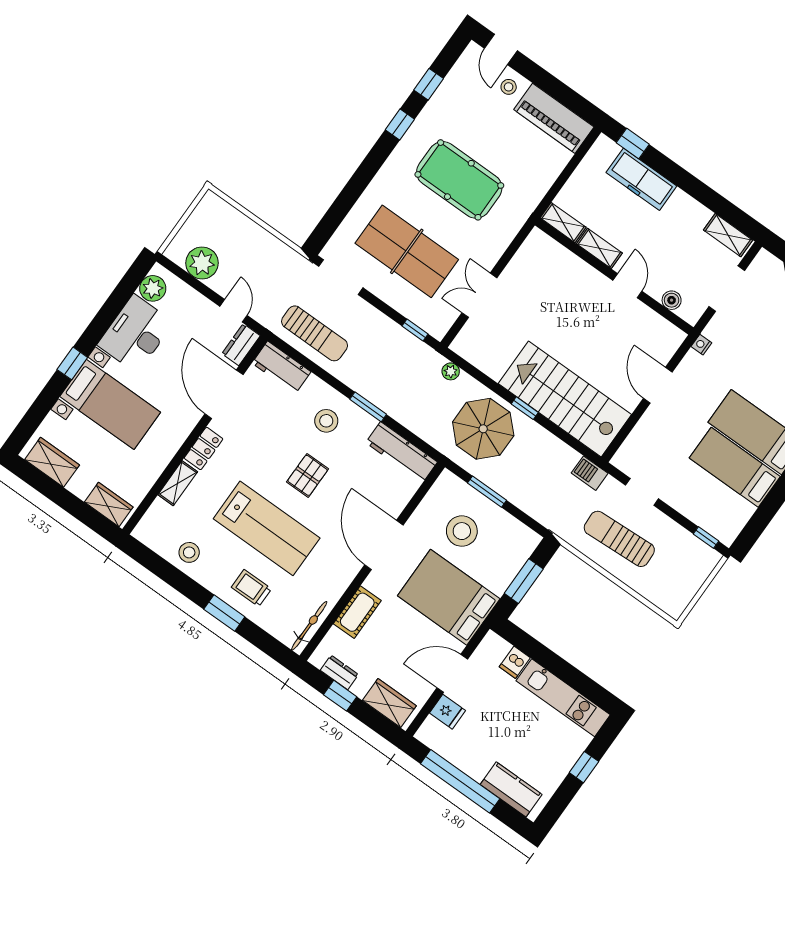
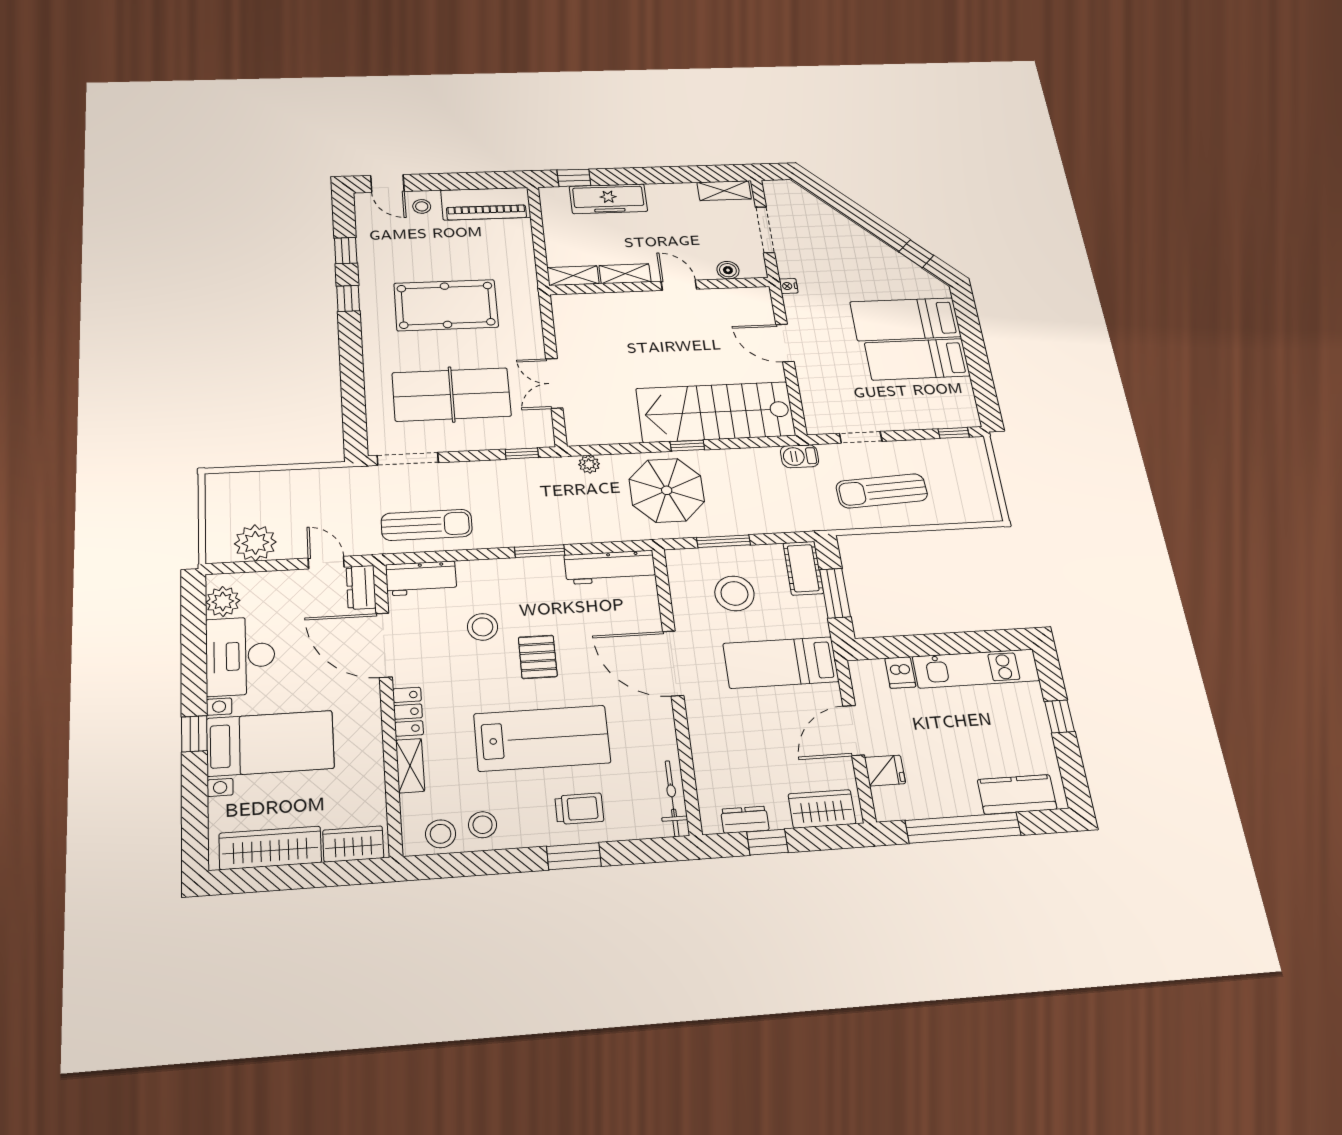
stool: (326, 421) -> (483, 627), moved
wardrobe: (52, 462) -> (270, 848), width x1.50
stool: (161, 538) -> (441, 834), added
trolley: (251, 588) -> (579, 809), turned 180
bed: (449, 597) -> (781, 663), width x0.67
cot: (357, 612) -> (803, 568), moved

